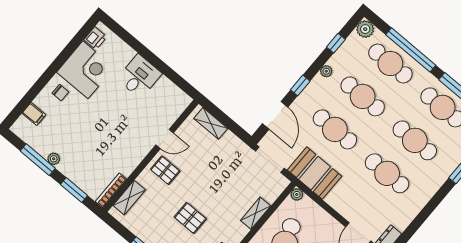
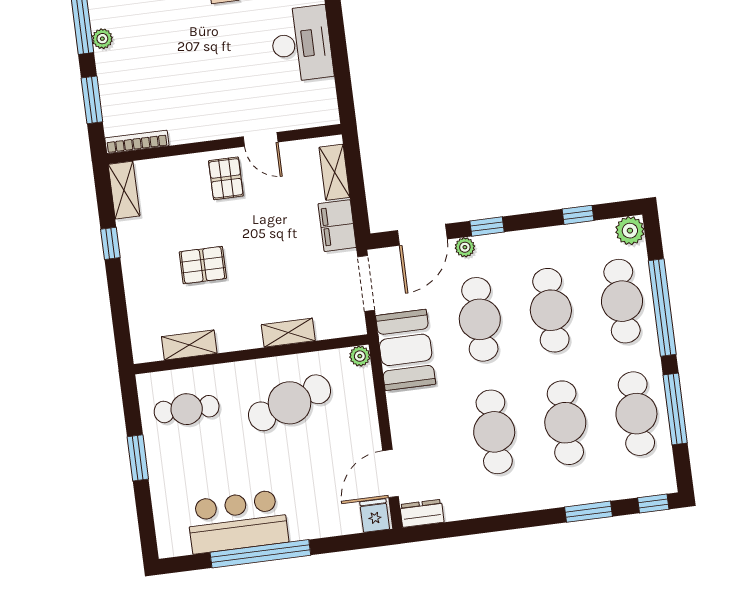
plant: (326, 71) -> (465, 247), moved
desk: (139, 76) -> (301, 44), width x1.37
filing cabinet: (234, 146) -> (337, 226), added
shelving: (129, 198) -> (124, 190), moved, turned 90
pallet: (190, 218) -> (203, 265), turned 90

